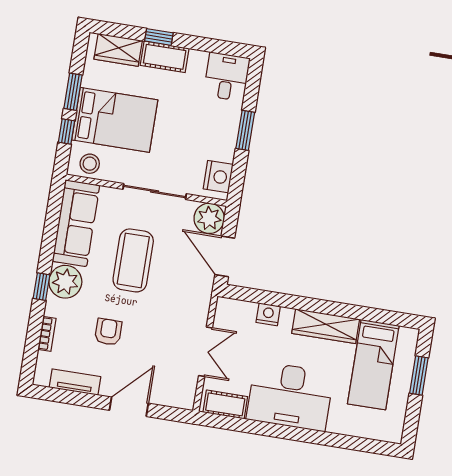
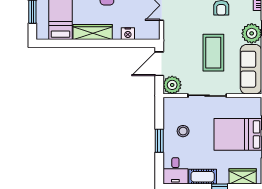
cot: (165, 57) -> (203, 177), moved
stool: (90, 164) -> (183, 131), moved
nightstand: (218, 177) -> (171, 111), removed
door: (225, 256) -> (159, 64), swing flipped

